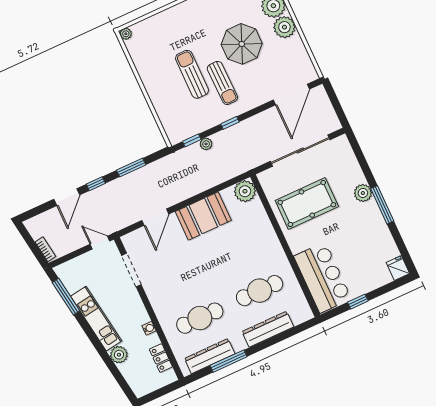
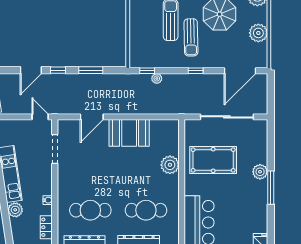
plant: (284, 27) -> (258, 33), moved
window: (230, 123) -> (196, 71), moved
plant: (245, 191) -> (170, 165), moved

